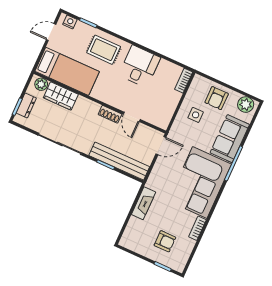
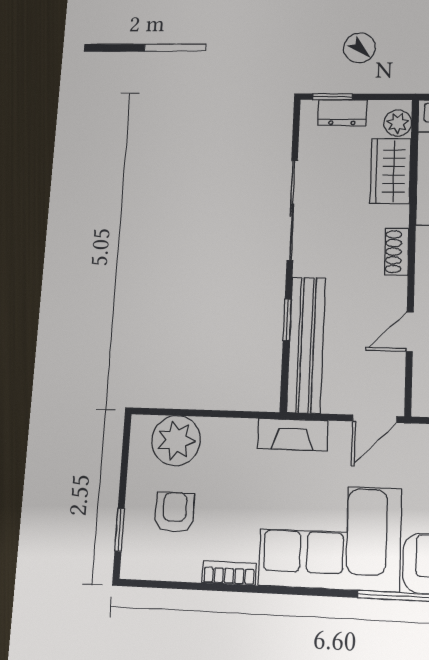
shoe rack: (110, 114) -> (397, 252), moved
door: (161, 146) -> (375, 419), hinge flipped
fireplace: (144, 203) -> (293, 435), moved
plant: (136, 230) -> (176, 441), added
armchair: (165, 241) -> (175, 512), turned 180

